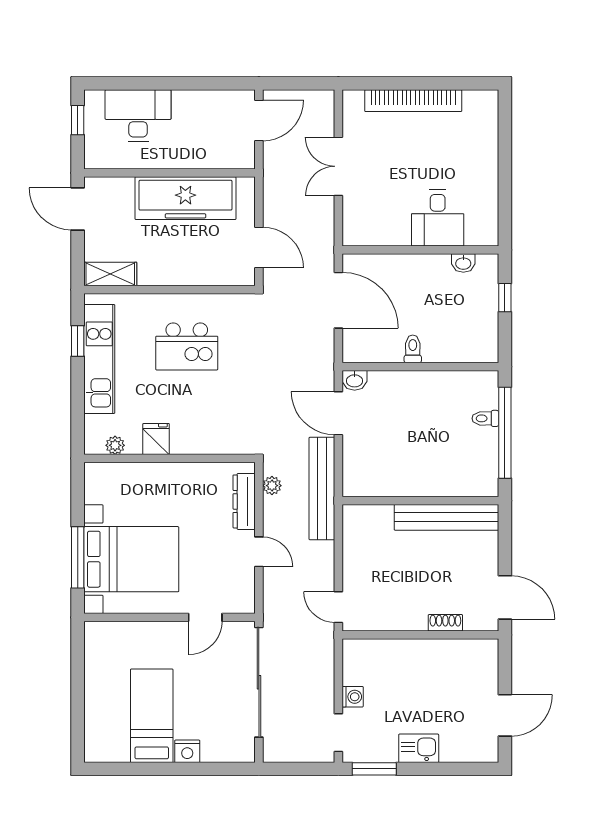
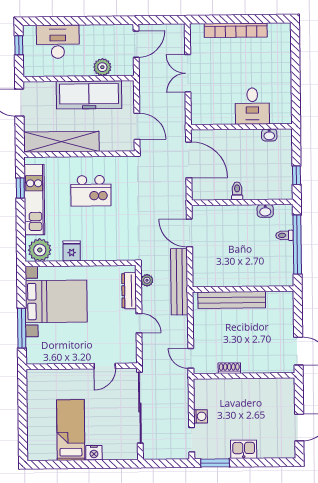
plant: (206, 156) -> (102, 67), added
shelving: (110, 274) -> (61, 142), width x2.20, depth x1.33
window: (505, 298) -> (297, 175), moved
washbasin: (355, 380) -> (265, 211), moved
plant: (115, 445) -> (40, 250), width x1.87, depth x1.87
bench: (447, 517) -> (232, 300), moved
bed with nightstands: (131, 559) -> (56, 301), moved
shoe rack: (445, 623) -> (229, 368), moved

